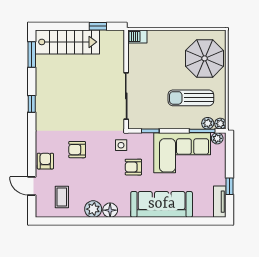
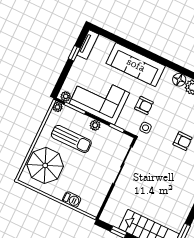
barbecue: (137, 37) -> (72, 200), moved
plant: (208, 123) -> (95, 125), moved

